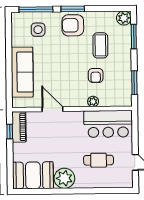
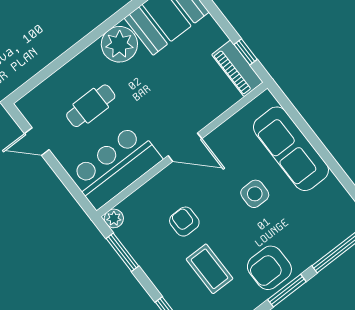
armchair: (73, 25) -> (269, 268), turned 180
side table: (38, 30) -> (255, 194), moved
plant: (93, 101) -> (114, 218), moved
door: (53, 109) -> (185, 147), moved

